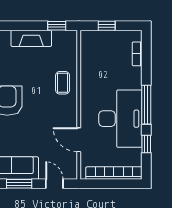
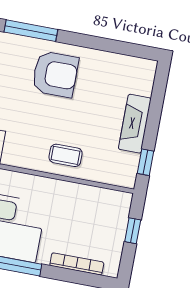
bookcase: (137, 54) -> (77, 264), width x1.56

